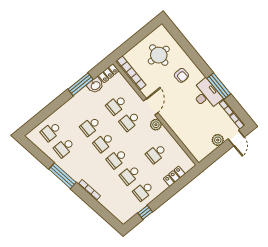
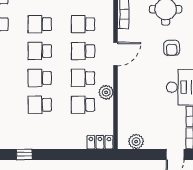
plant: (156, 125) -> (106, 92), moved
plant: (218, 140) -> (136, 142), moved
locker: (174, 176) -> (100, 142), moved
school desk: (143, 191) -> (83, 78), moved

